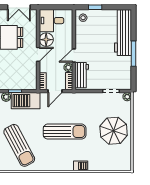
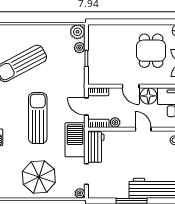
door: (74, 55) -> (143, 129), moved
workbench: (82, 75) -> (96, 147), moved, turned -90
barbecue: (26, 101) -> (75, 140), moved
sun lounger: (65, 132) -> (38, 118), turned 180

